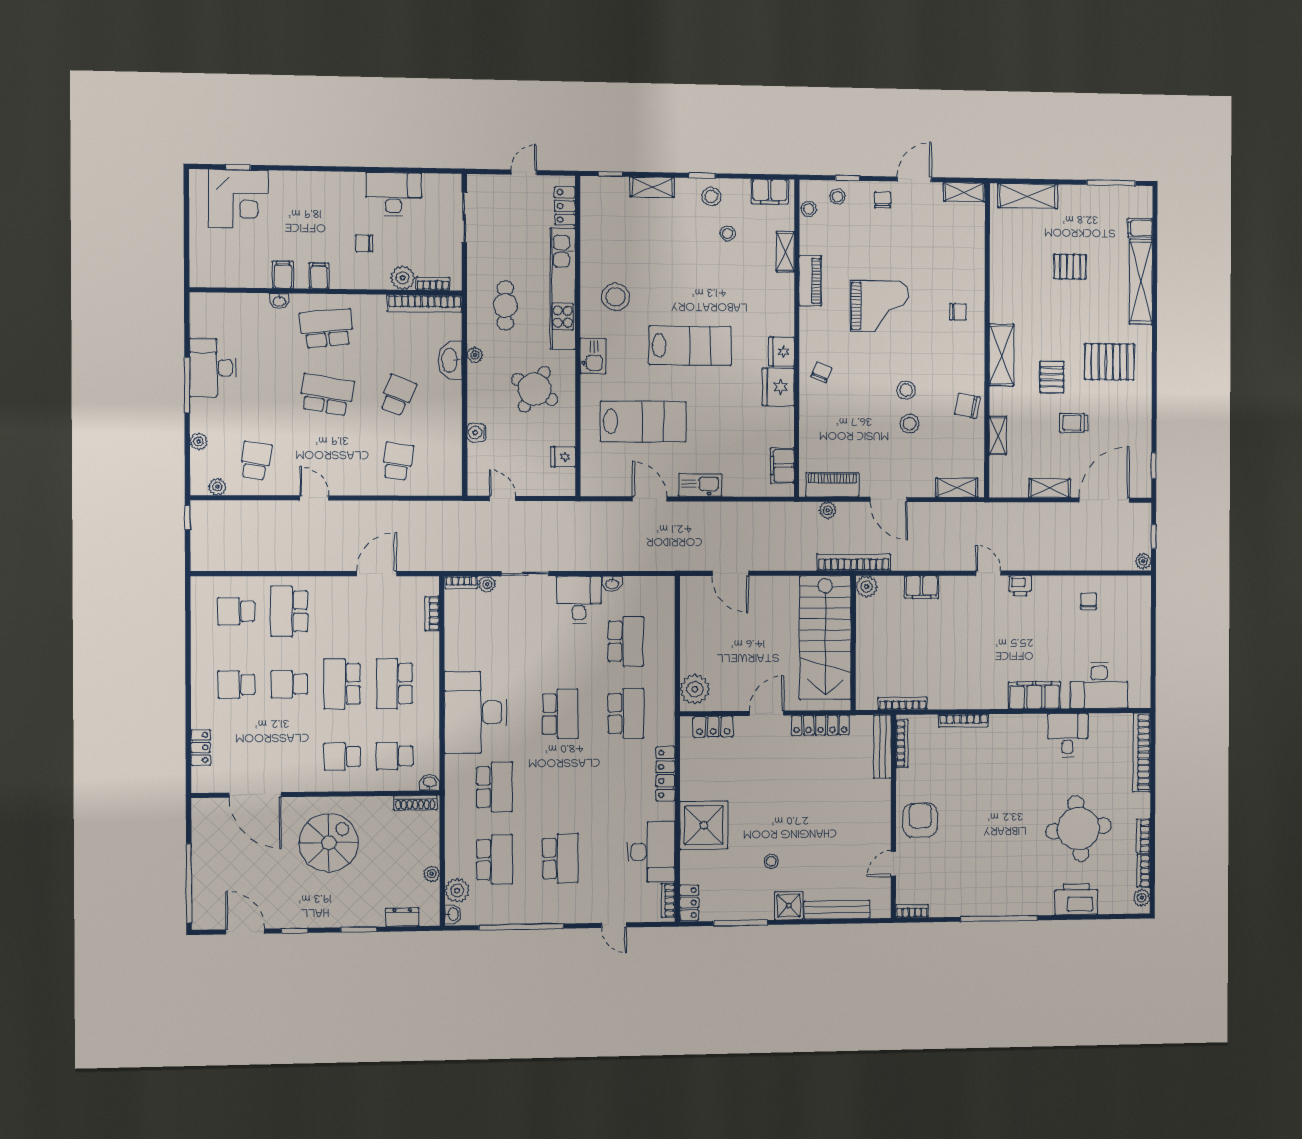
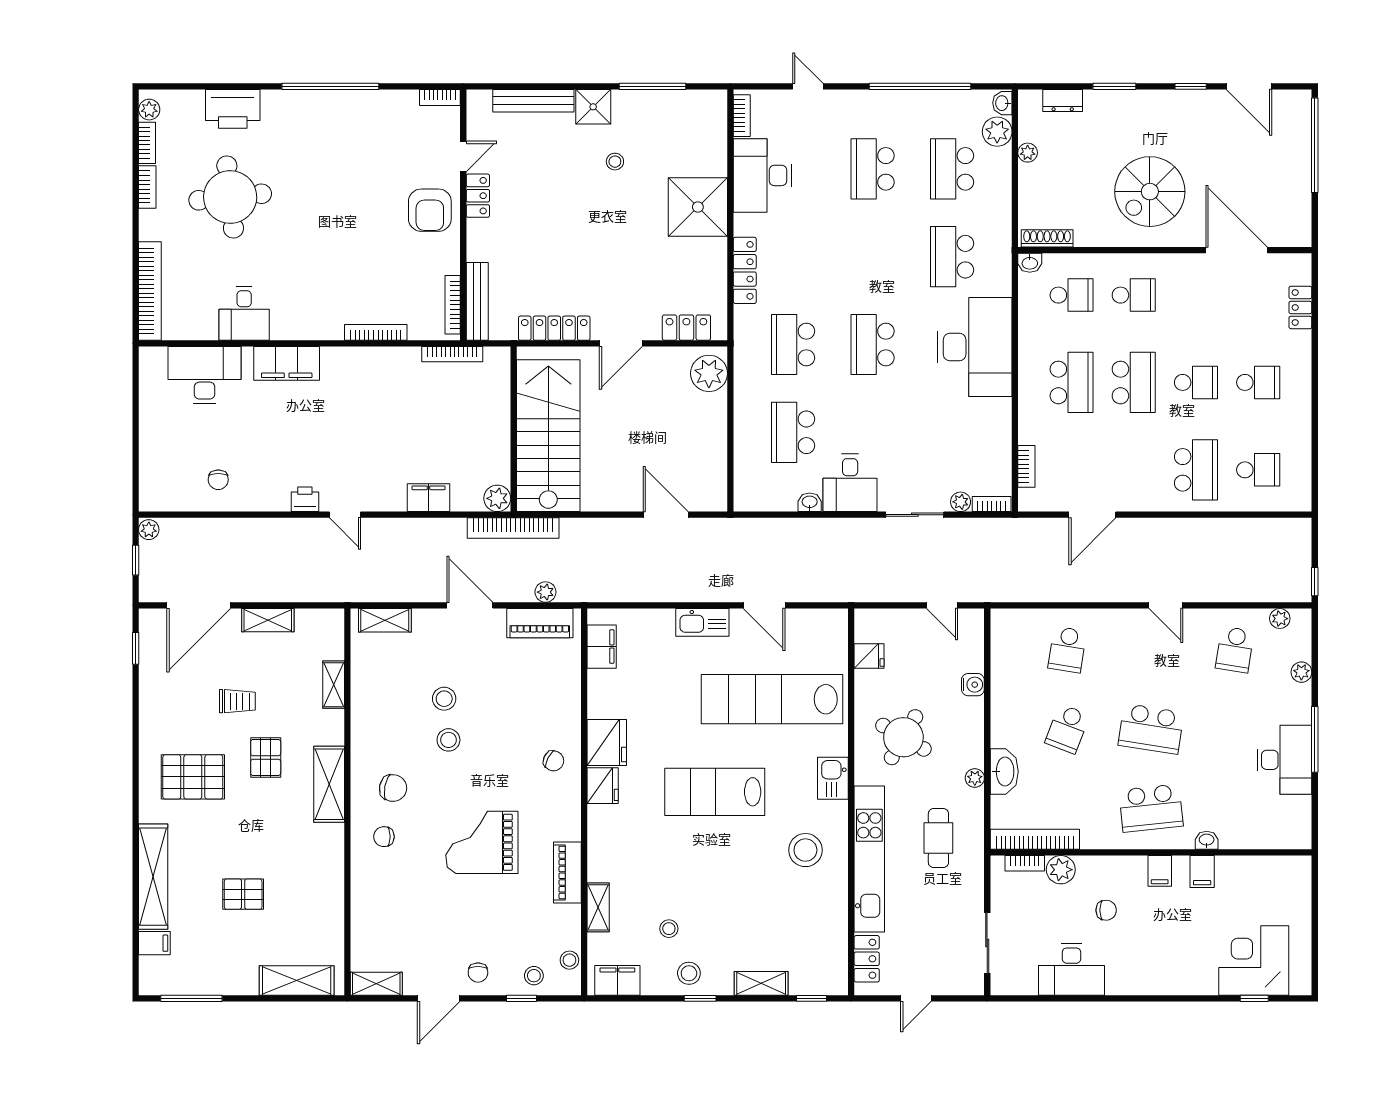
chair: (821, 372) -> (554, 761), turned -85
chair: (967, 406) -> (393, 788), moved
lab bench: (643, 422) -> (772, 699), width x1.36
locker: (689, 903) -> (478, 196), moved, turned 180

